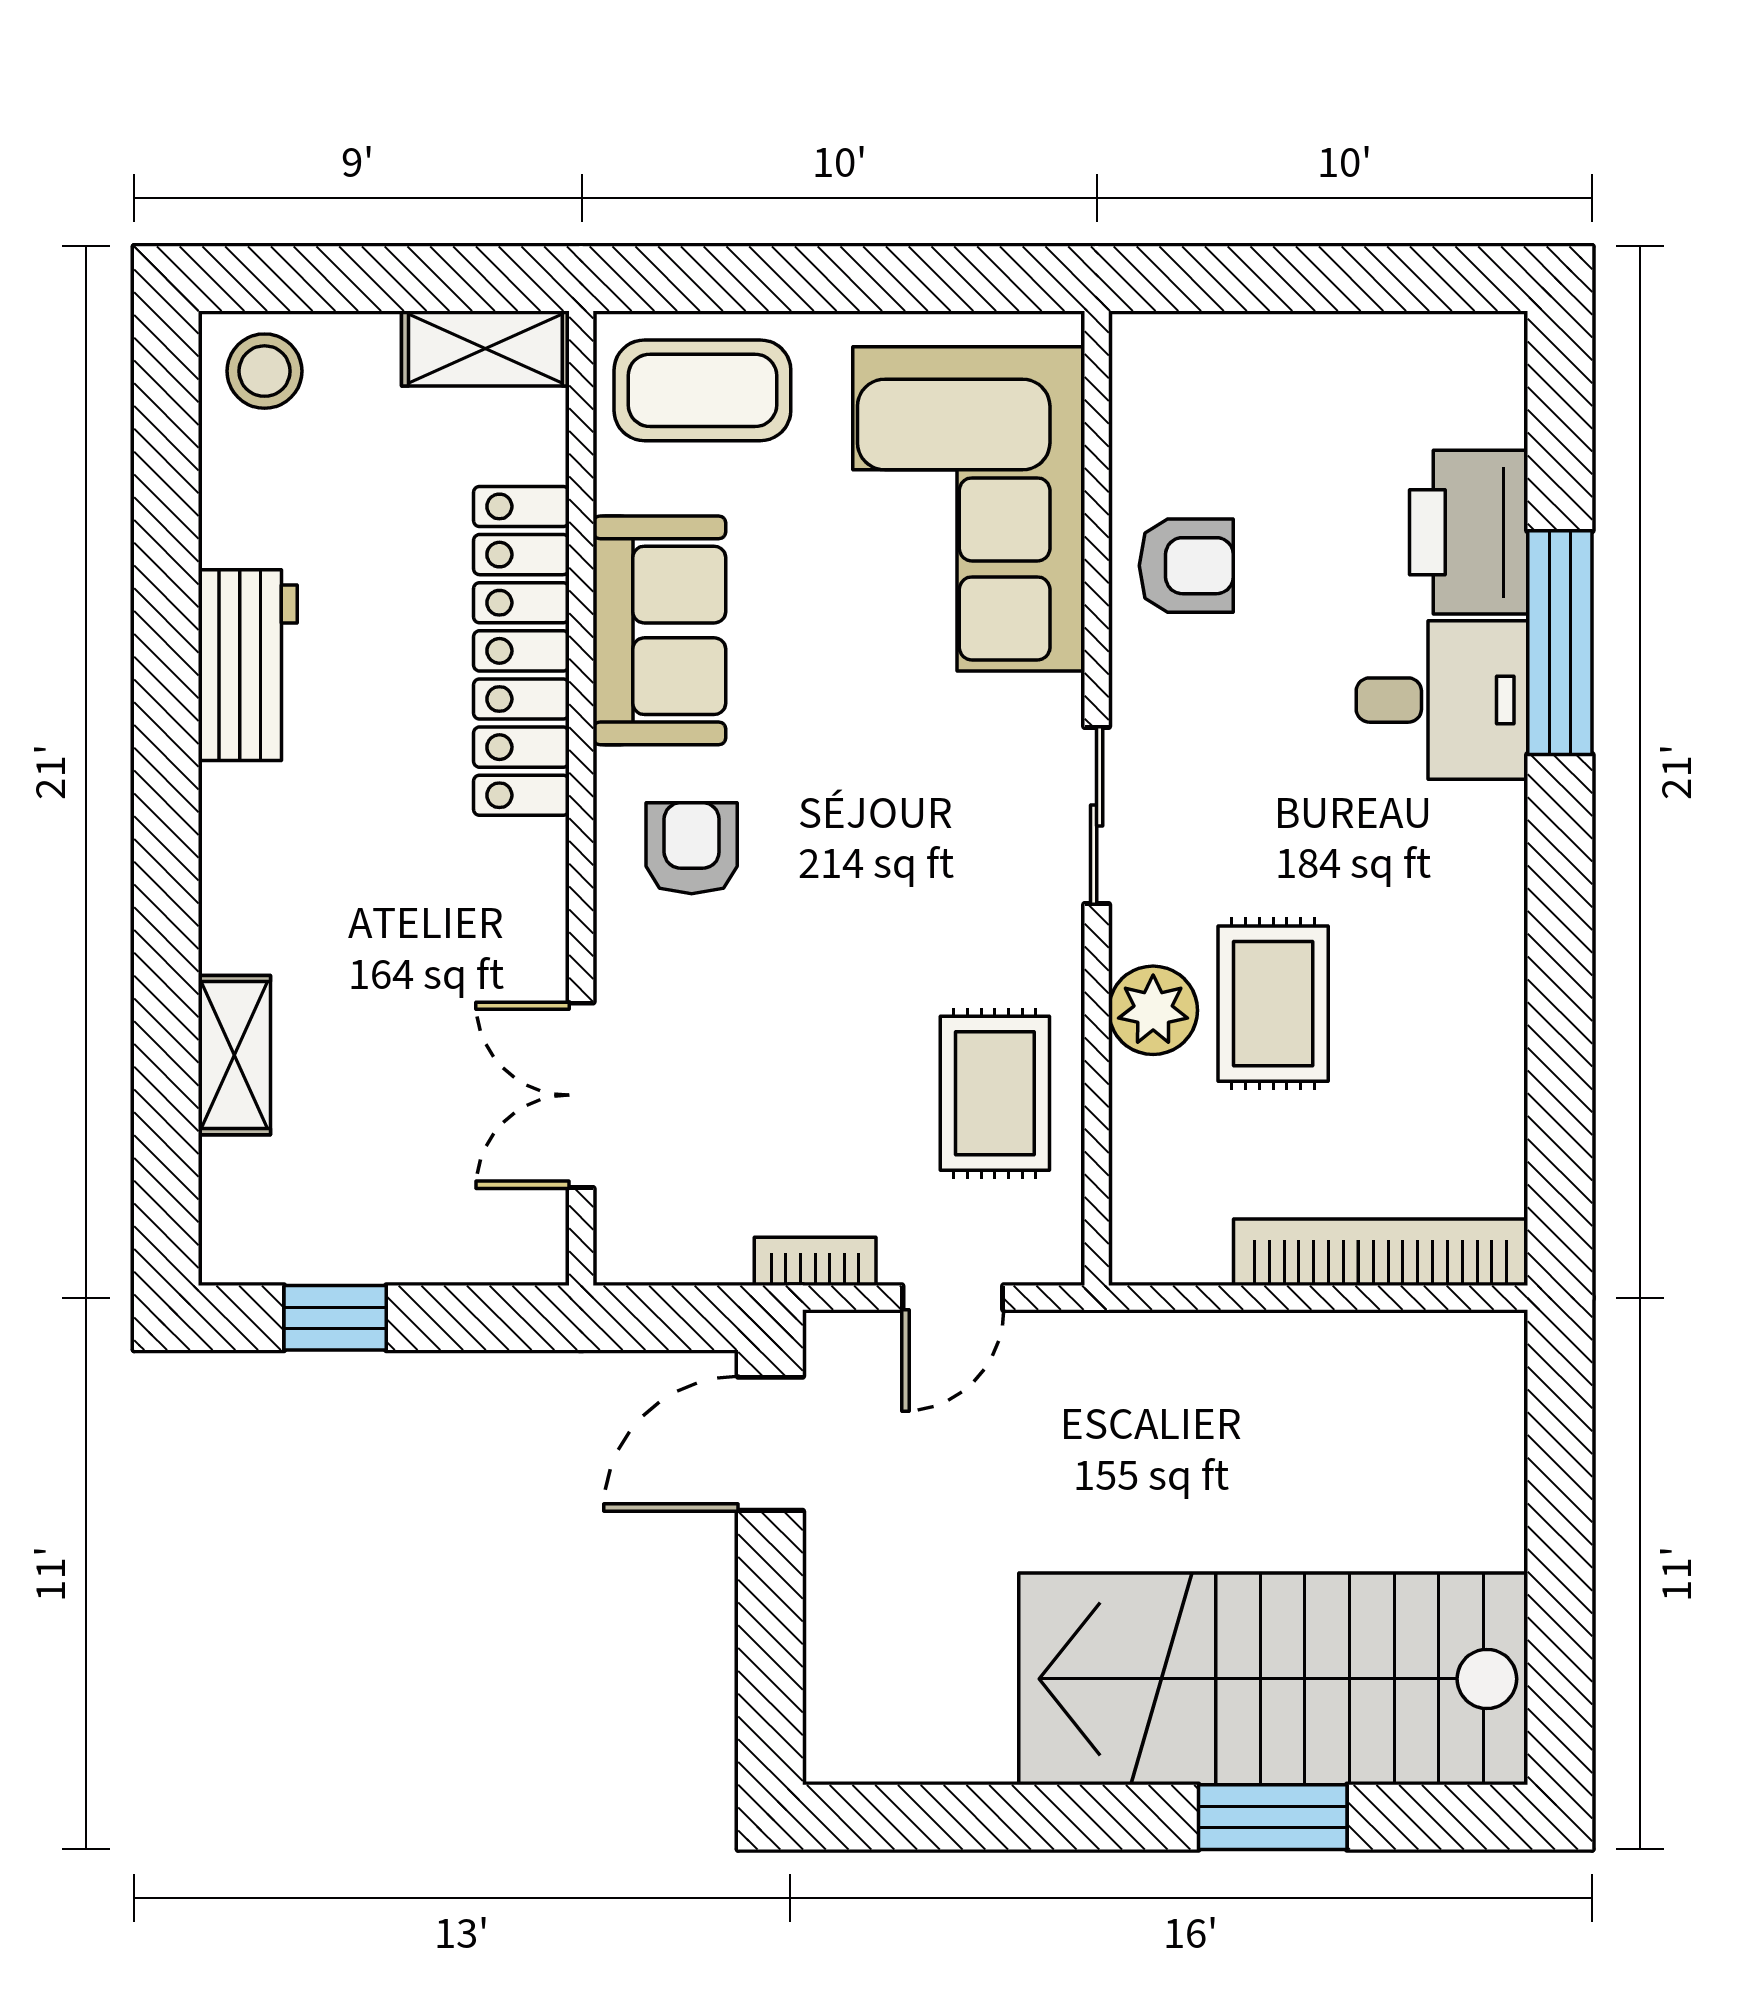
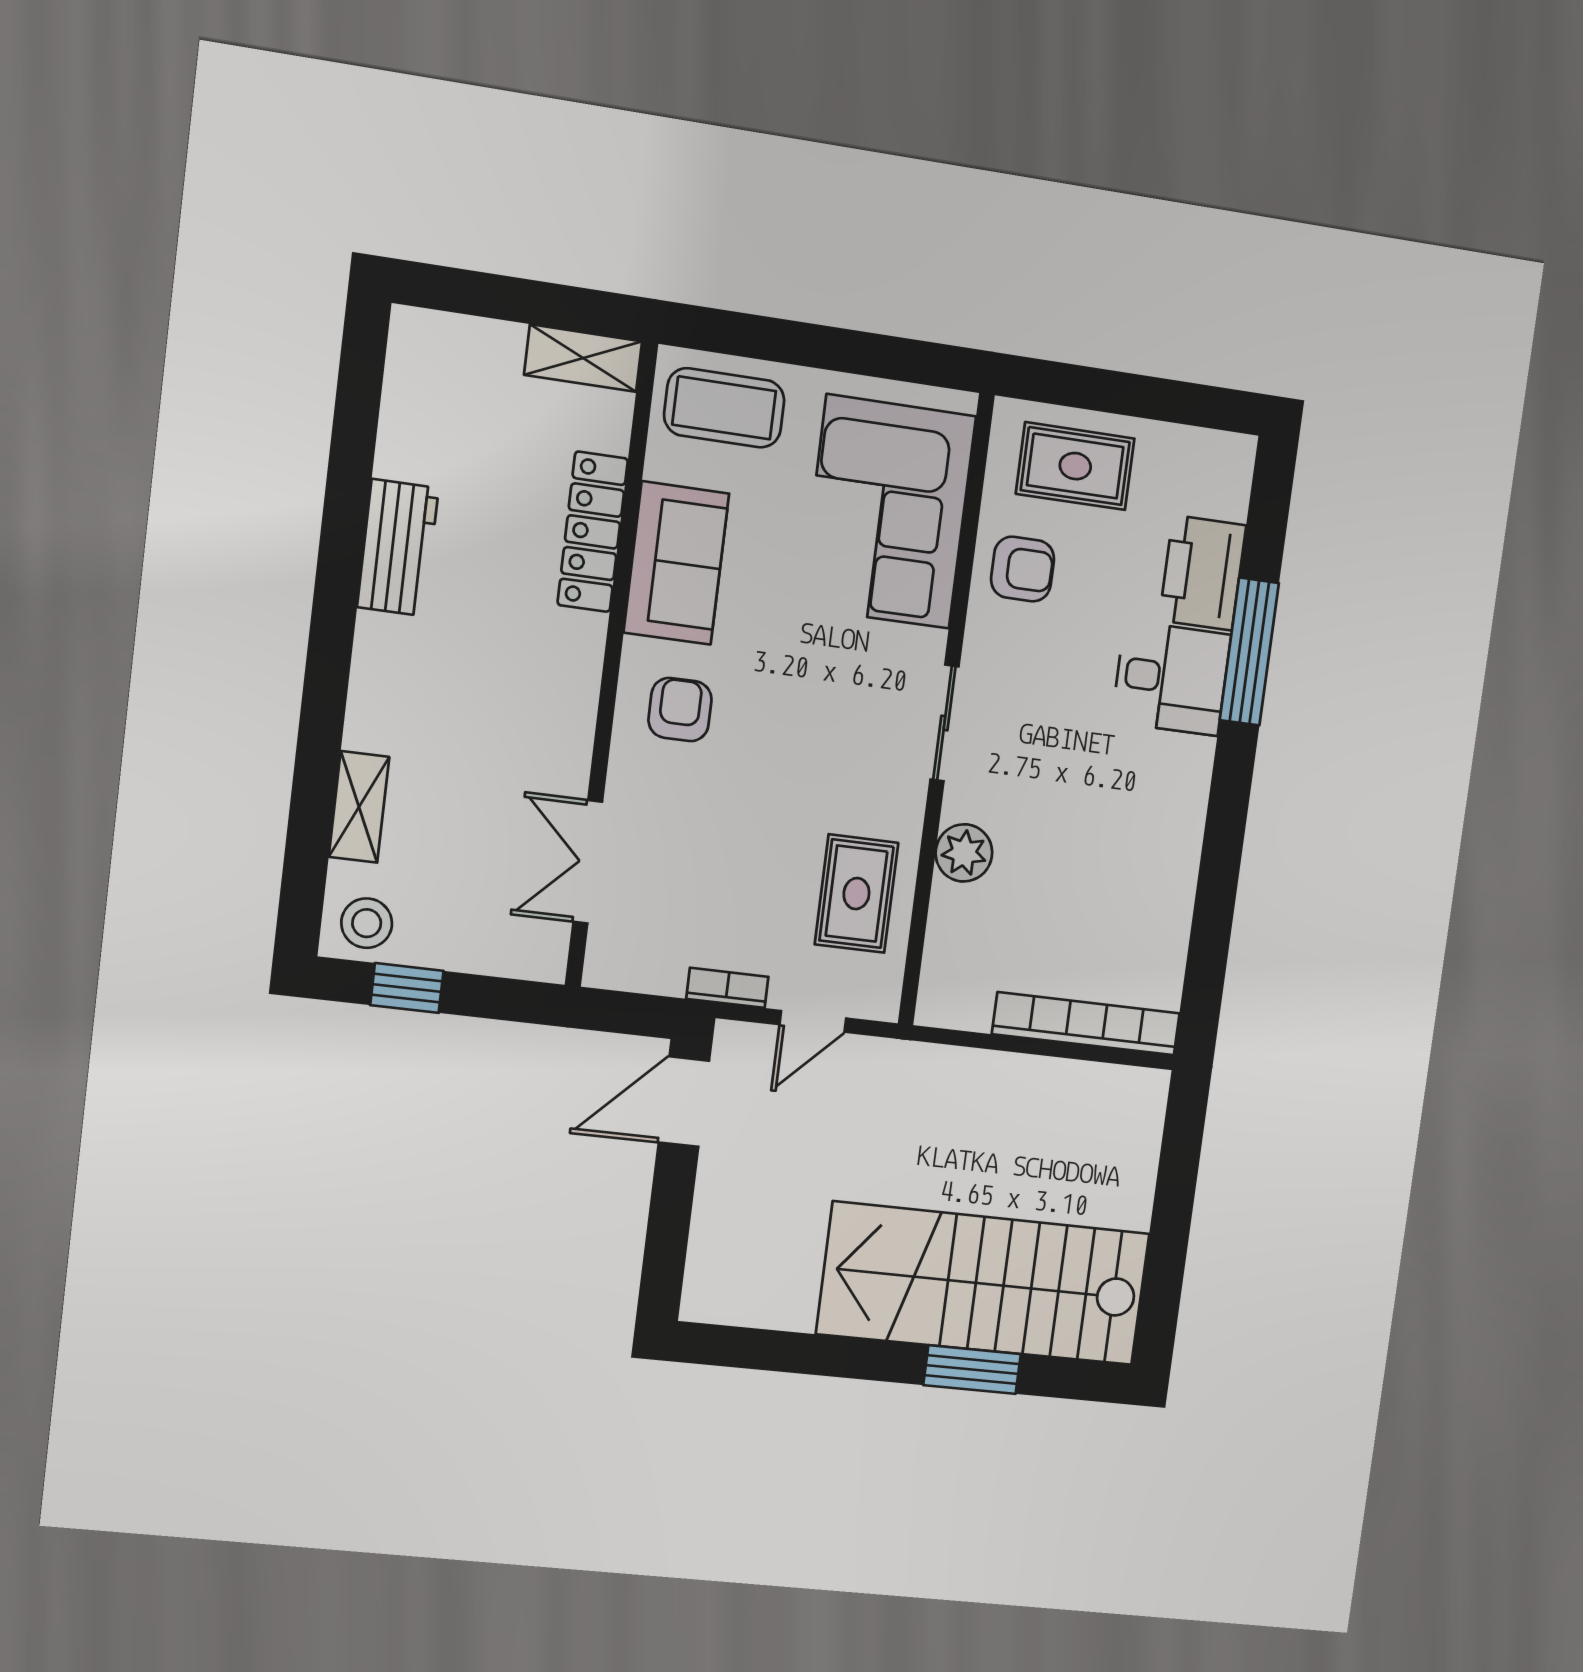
stool: (264, 371) -> (367, 923), moved
locker: (521, 651) -> (593, 532), width x0.71, depth x0.83
rug: (1273, 1004) -> (1075, 466), moved, turned 90

